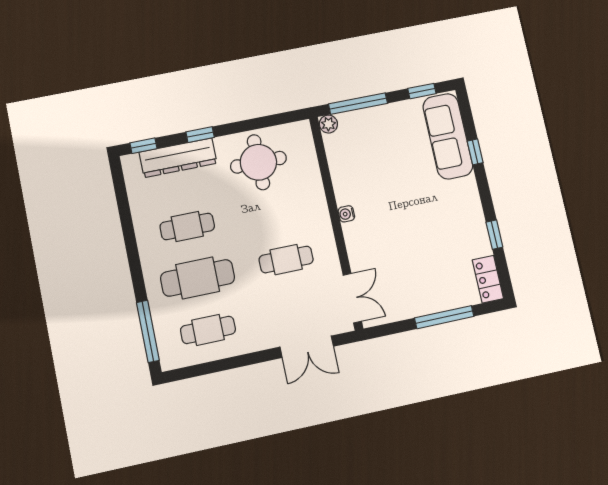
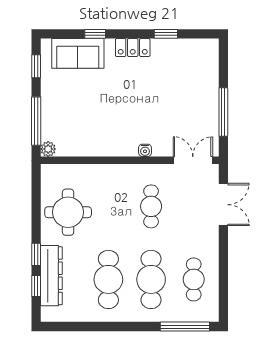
sofa: (448, 136) -> (78, 53), width x0.73
window: (143, 146) -> (36, 286), moved
water cooler: (346, 214) -> (145, 150), moved
cafe table: (187, 226) -> (108, 279), width x1.37, depth x1.35
locker: (488, 279) -> (133, 48), moved
window: (444, 317) -> (223, 112), moved

